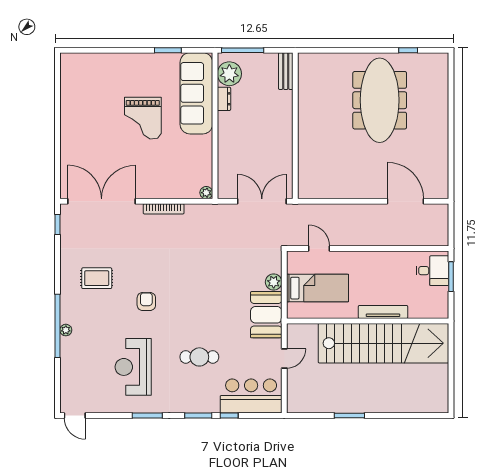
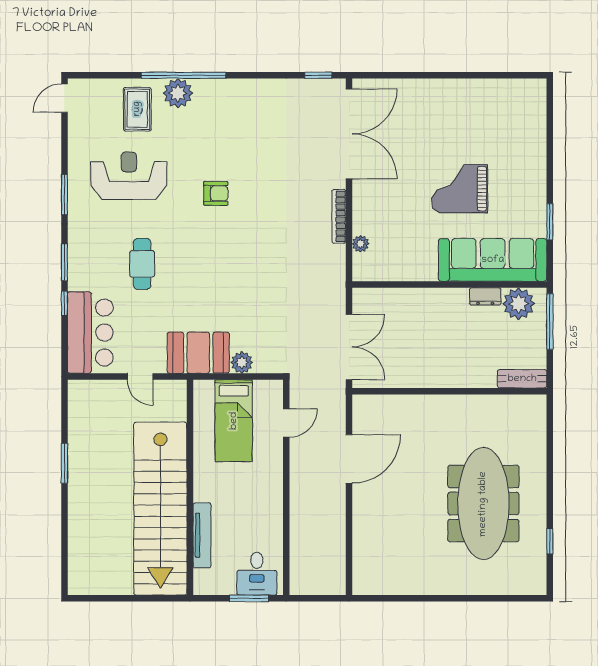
meeting table: (380, 100) -> (483, 504), turned 90
plant: (206, 193) -> (360, 244), moved
door: (405, 201) -> (349, 459), moved
rug: (97, 278) -> (137, 109), moved
tv unit: (383, 312) -> (202, 535), moved
plant: (66, 330) -> (178, 93), width x1.87, depth x1.87

